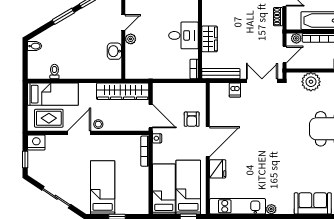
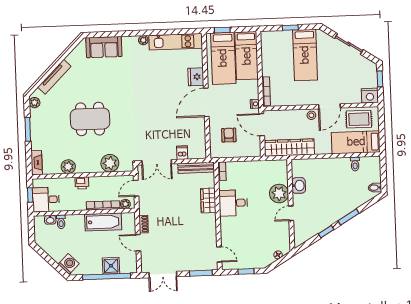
plant: (131, 39) -> (279, 194), width x1.88, depth x1.88
armchair: (192, 119) -> (229, 135), moved

